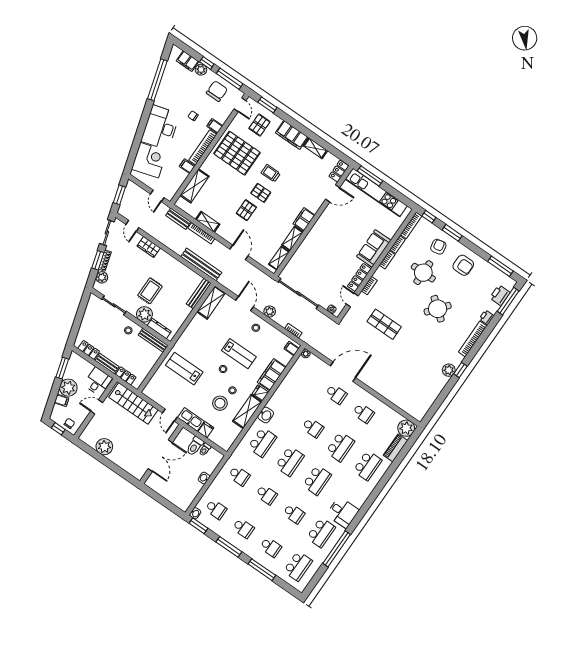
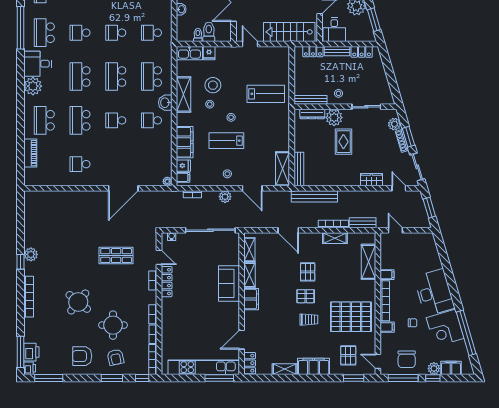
corner desk: (149, 160) -> (445, 328), moved
sofa: (374, 248) -> (229, 283), moved, turned 180
printer: (487, 317) -> (30, 368), moved
fridge: (260, 393) -> (183, 166), moved
school desk: (336, 394) -> (152, 120), moved
kitchen sink: (191, 419) -> (189, 53), moved
plant: (406, 428) -> (33, 86), moved

